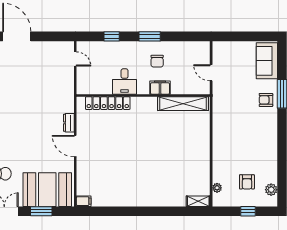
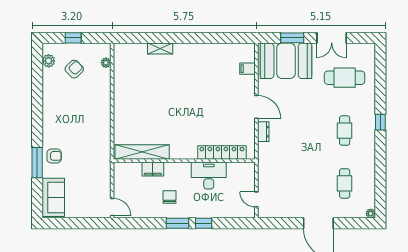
window: (112, 36) -> (204, 223), moved
door: (211, 73) -> (112, 207), moved
desk: (125, 81) -> (209, 175), width x1.37
filing cabinet: (160, 88) -> (153, 169), moved
armchair: (247, 182) -> (74, 69), turned 46
filing cabinet: (84, 201) -> (247, 69), moved
shelving: (198, 201) -> (160, 49), moved

